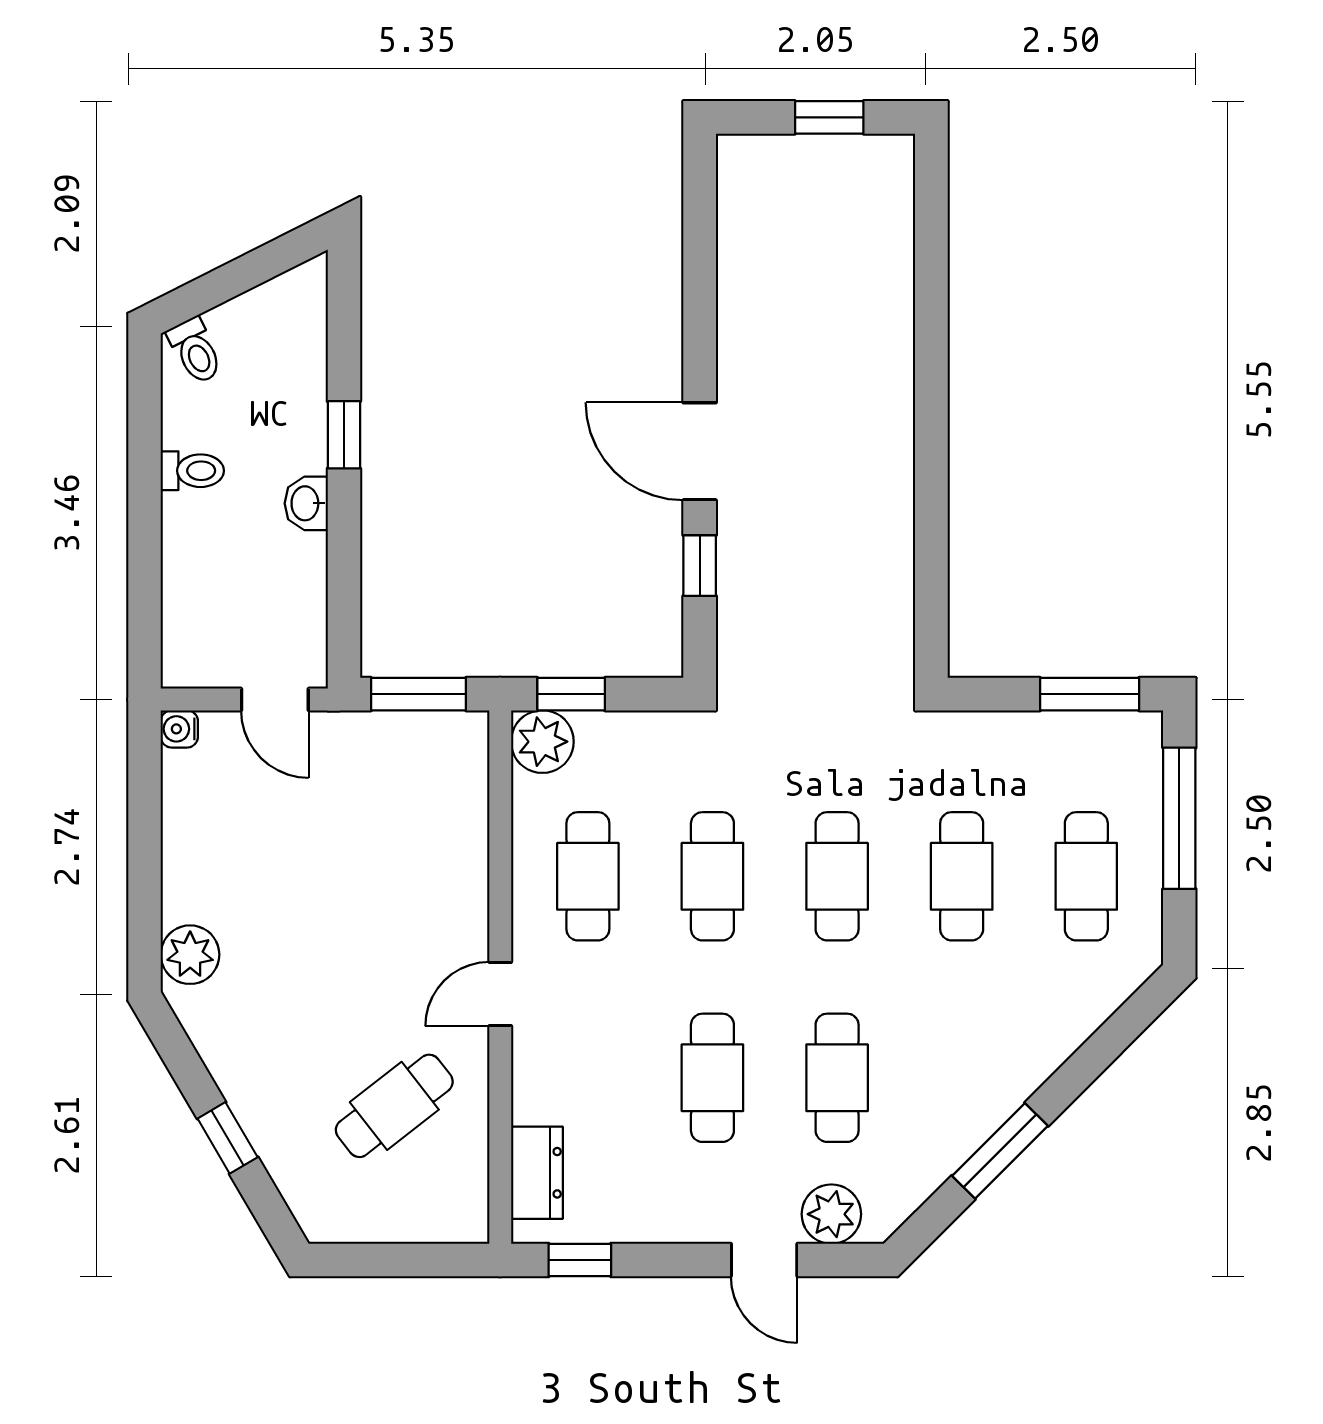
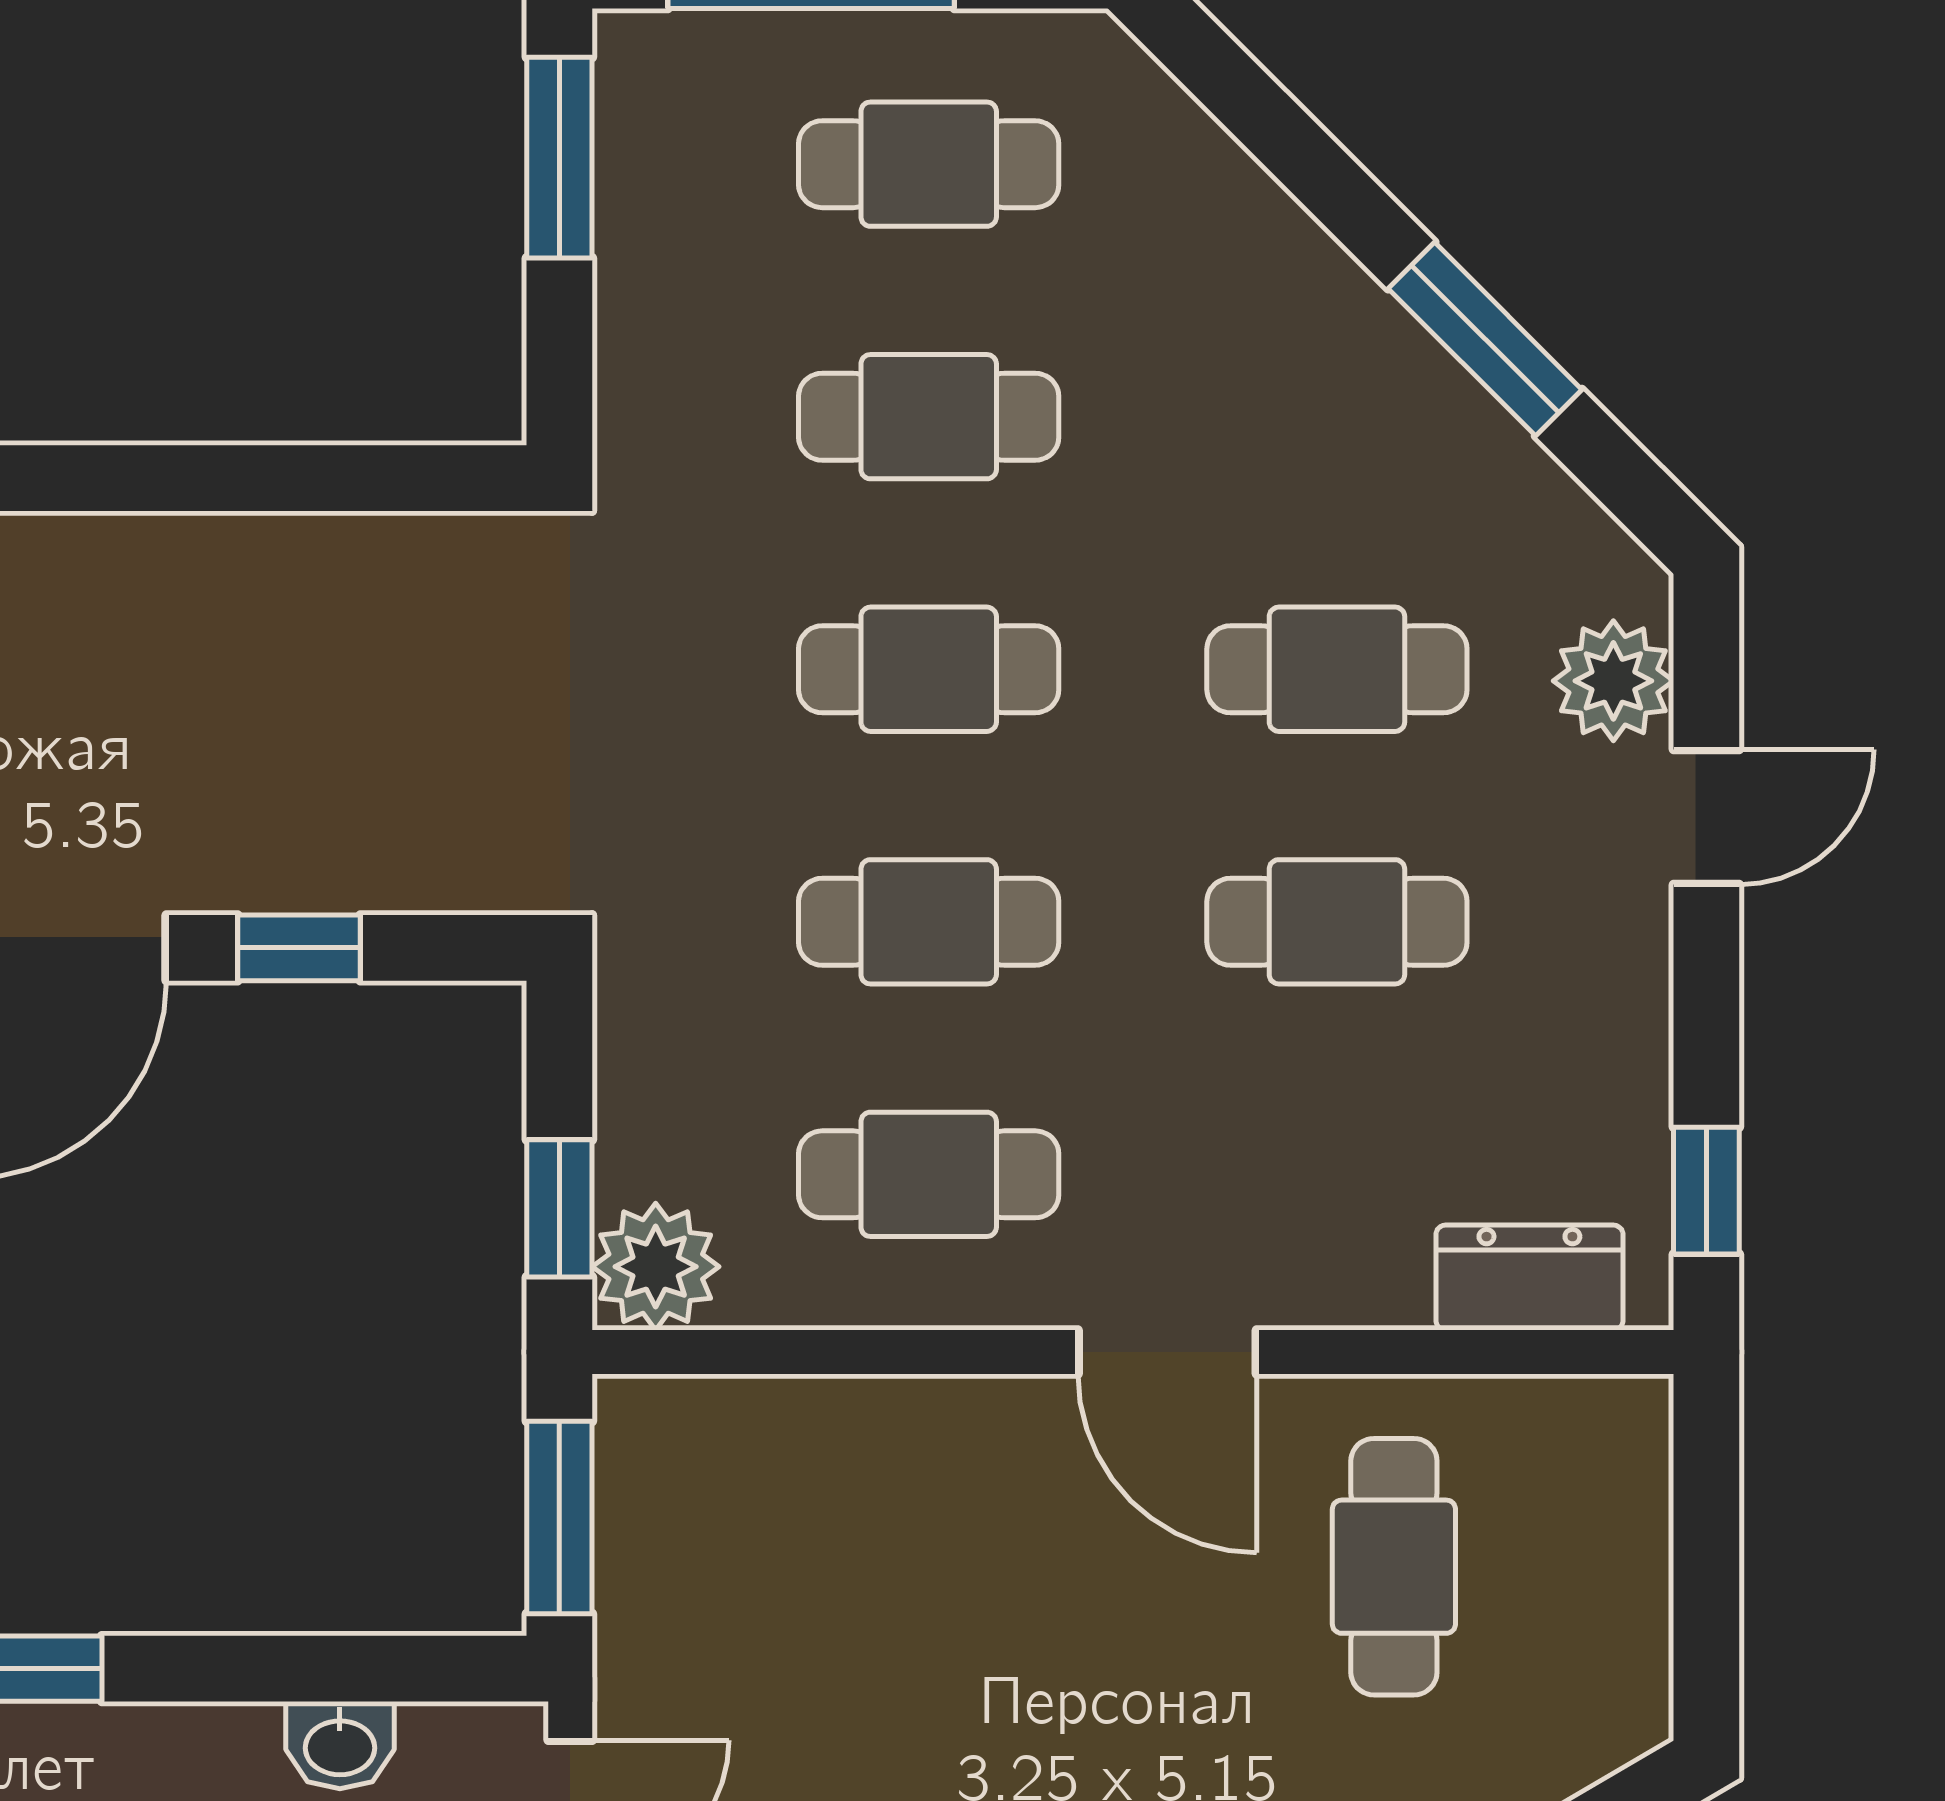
washbasin: (306, 503) -> (340, 1745), moved
door: (500, 994) -> (1167, 1352), width x1.38
cafe table: (394, 1106) -> (1394, 1567), turned 38

